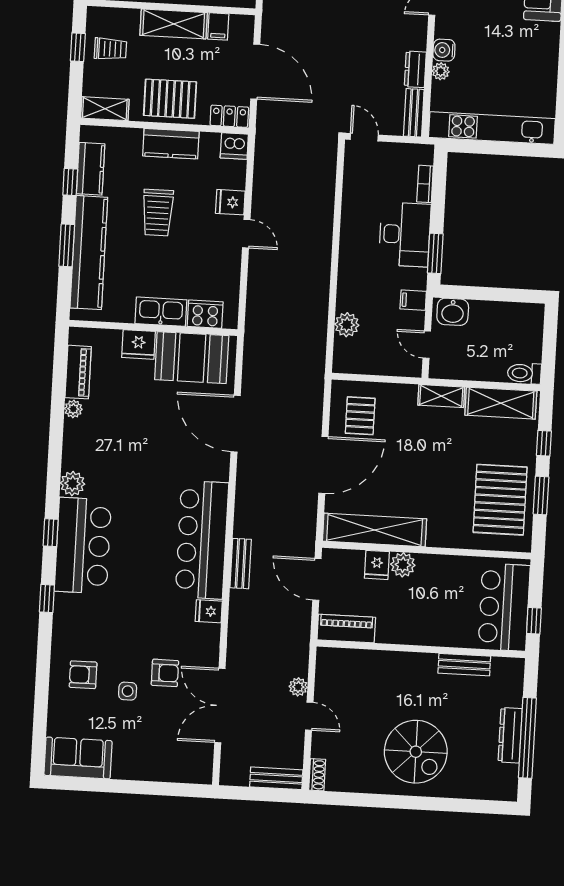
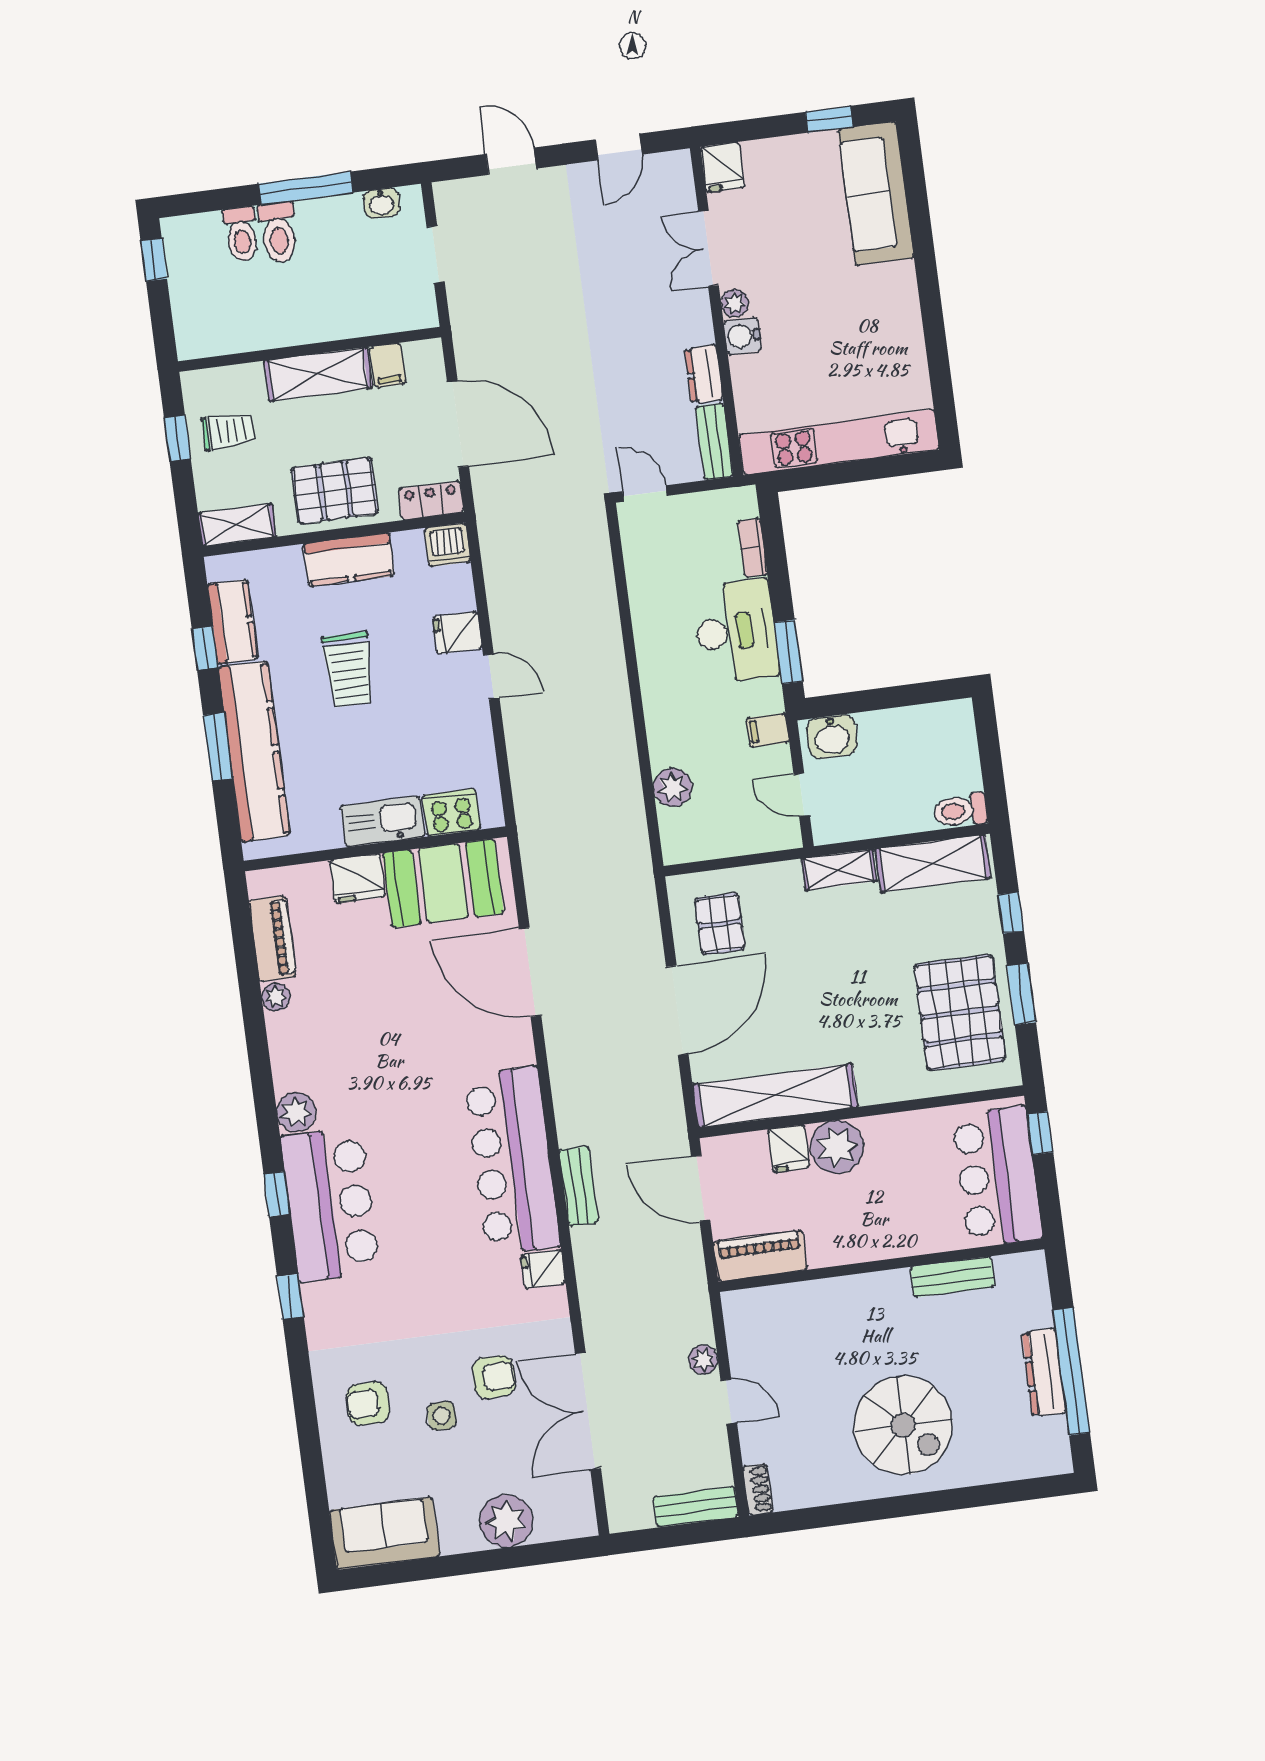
plant: (441, 71) -> (735, 303), moved
plant: (403, 565) -> (837, 1147), width x1.36, depth x1.36
window: (534, 621) -> (1040, 1133), moved
plant: (156, 765) -> (506, 1521), added

